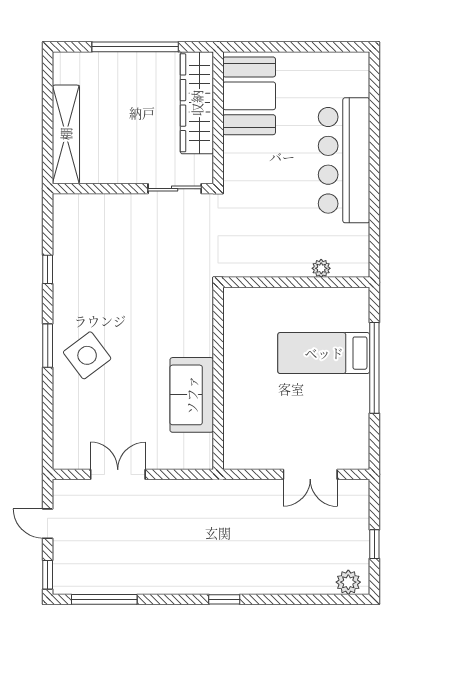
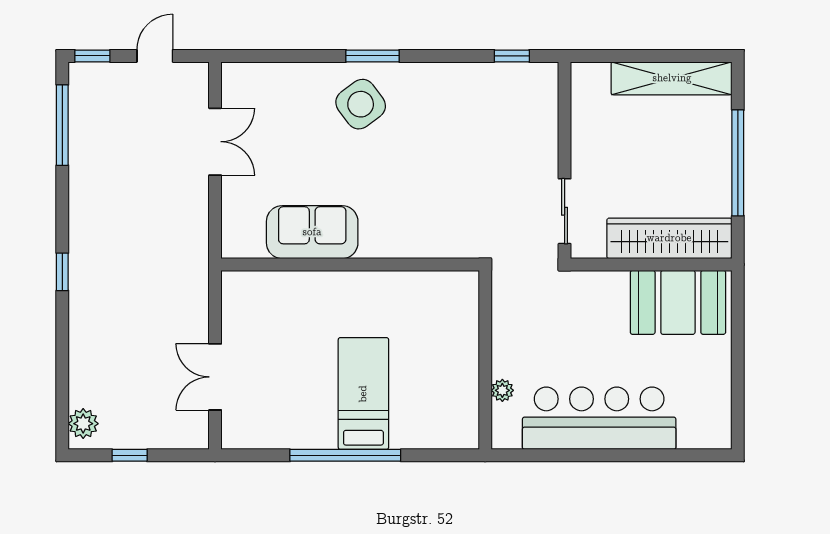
shelving: (66, 134) -> (672, 78), moved
plant: (321, 268) -> (502, 390), moved
window: (48, 269) -> (512, 56), moved
wall: (296, 282) -> (485, 360), moved

